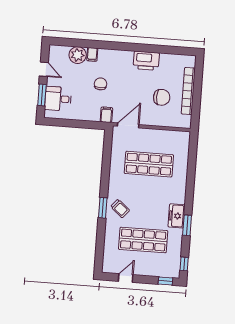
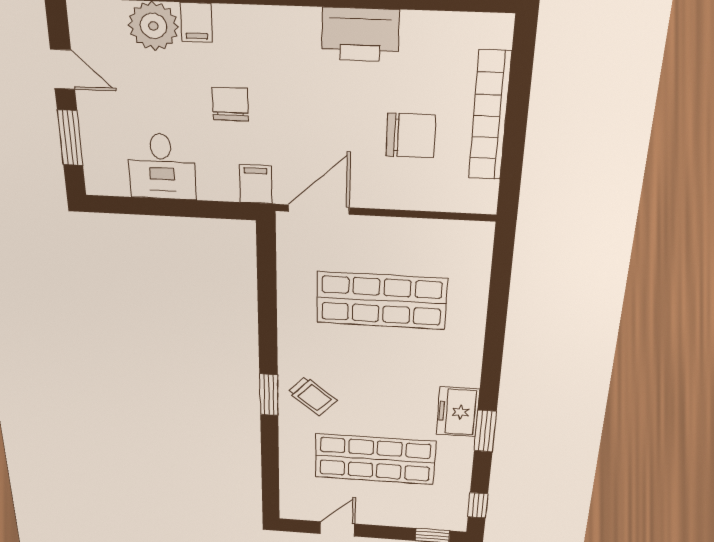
desk: (58, 99) -> (162, 167), moved, turned -90

